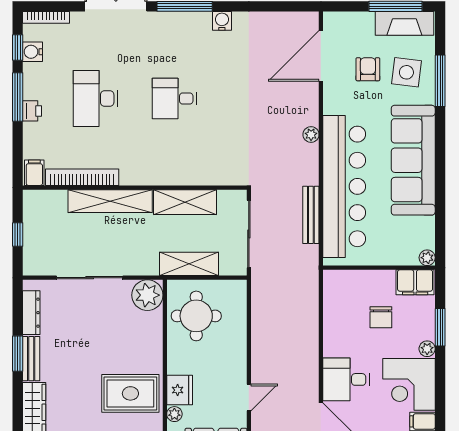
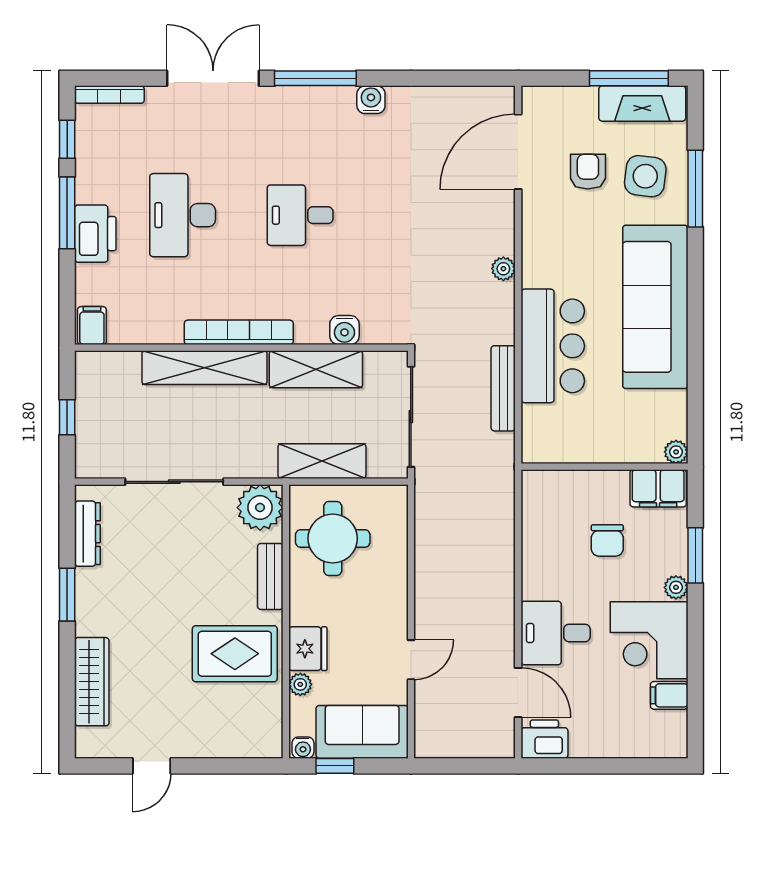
water cooler: (33, 52) -> (344, 330), moved, turned -90
printer: (32, 111) -> (95, 234), width x1.87, depth x1.48
bookcase: (82, 177) -> (239, 332), moved
bar counter: (344, 186) -> (553, 346), width x0.54
bench: (31, 359) -> (270, 576), moved

